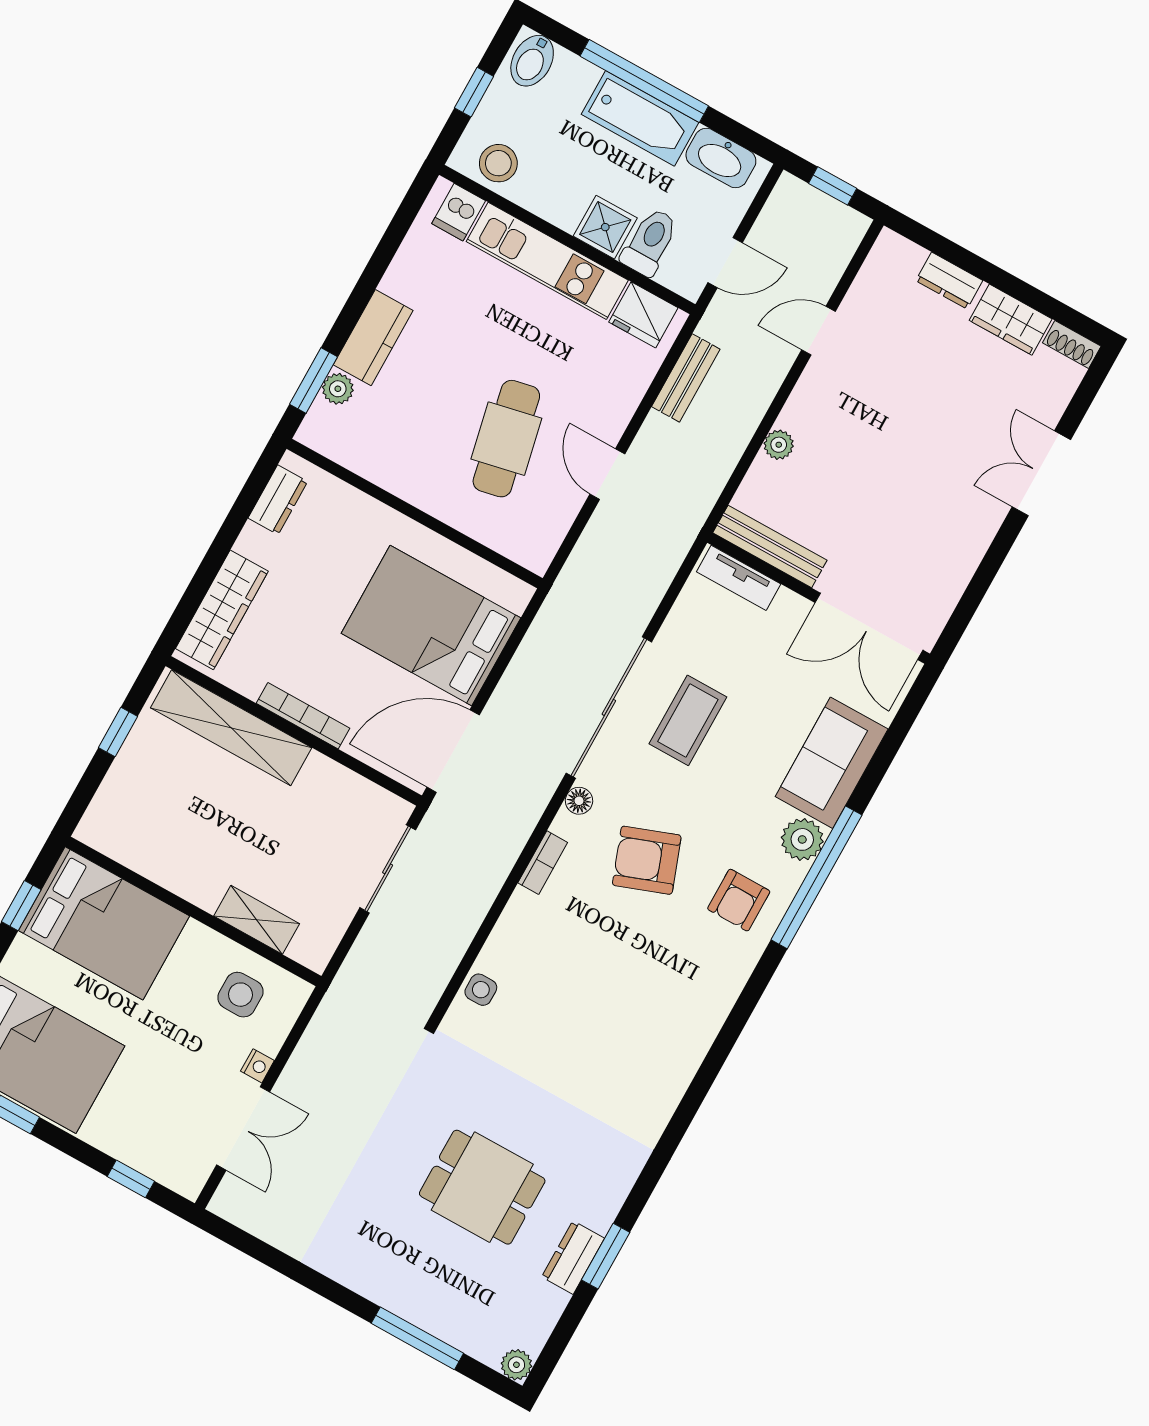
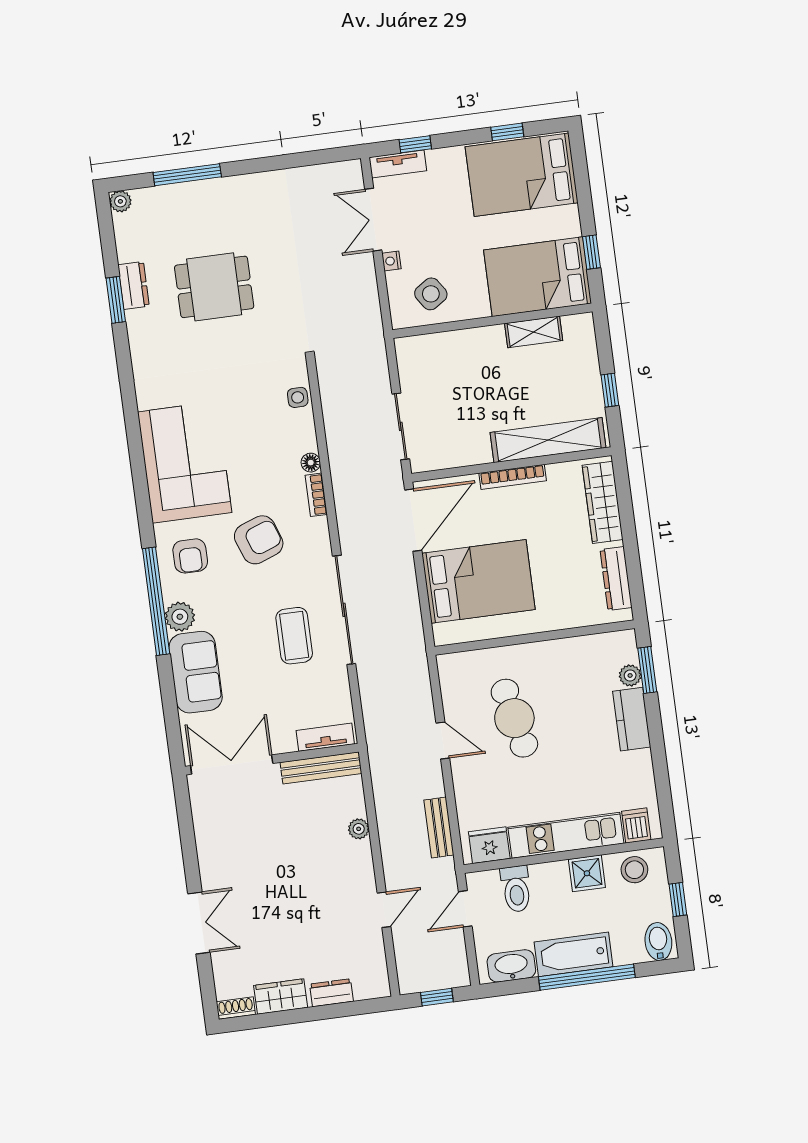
shower: (605, 227) -> (587, 873), moved
dresser: (278, 500) -> (616, 579), width x1.44
floor lamp: (579, 801) -> (311, 463), moved
armchair: (739, 900) -> (190, 556), turned 180
shelving: (257, 920) -> (534, 332), moved
side table: (240, 995) -> (431, 294), turned -34
corner sofa: (665, 1012) -> (185, 462), added
tv unit: (168, 1171) -> (398, 164), added

